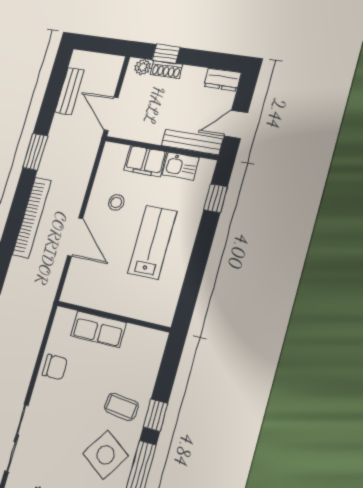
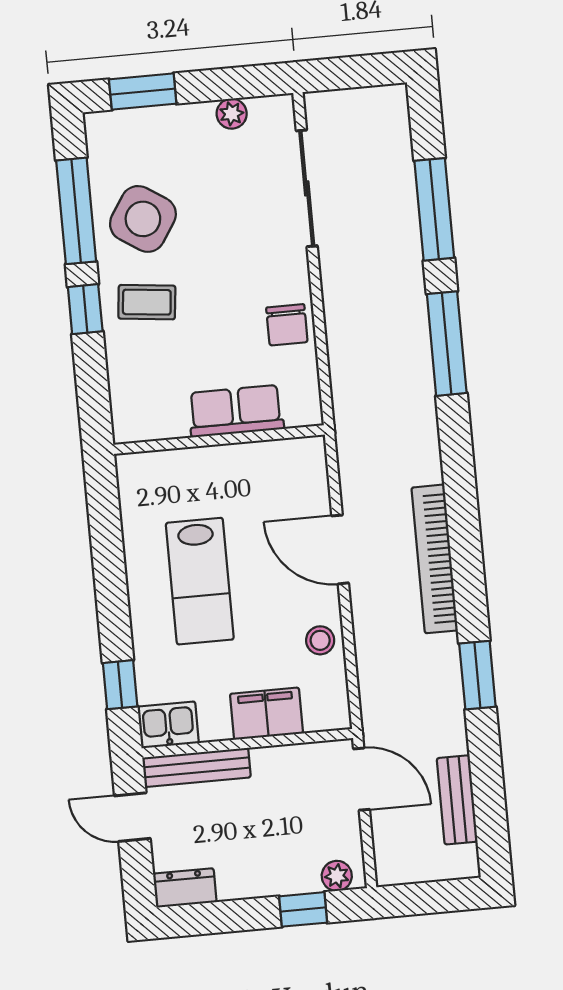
shoe rack: (166, 70) -> (291, 882), removed
door: (236, 124) -> (132, 817), swing flipped
kitchen sink: (181, 166) -> (168, 725), moved
stool: (116, 202) -> (320, 640), moved
chair: (55, 367) -> (287, 325), turned -90

